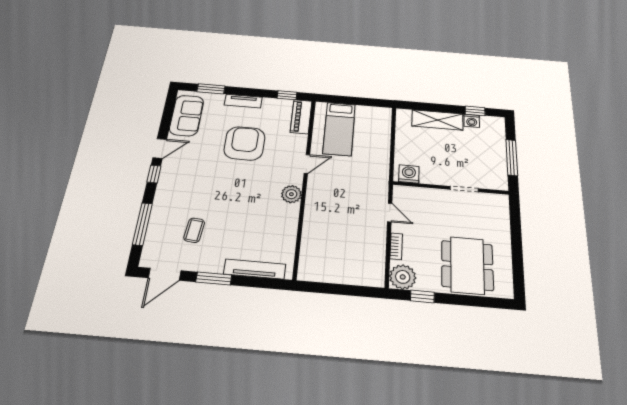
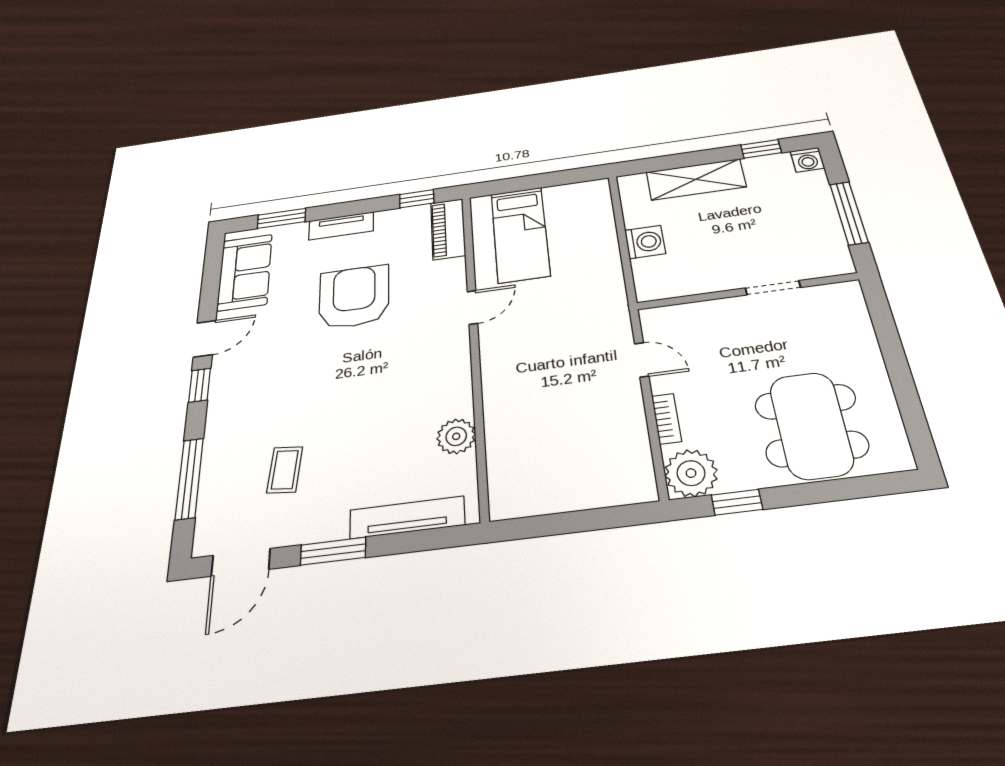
washing machine: (472, 121) -> (807, 160), moved
washing machine: (409, 174) -> (645, 242), moved, turned 90
plant: (291, 194) -> (456, 436), moved

